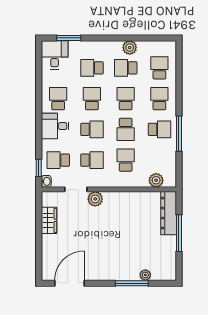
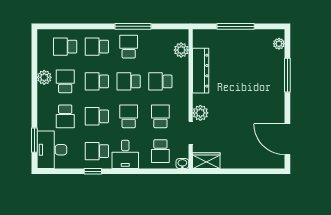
desk: (55, 55) -> (52, 150), width x1.37
school desk: (126, 68) -> (65, 81), turned 180
school desk: (126, 129) -> (129, 81), turned 180
window: (39, 168) -> (93, 171), moved
dresser: (169, 213) -> (201, 71), moved, turned -90
wardrobe: (49, 220) -> (206, 161), moved
plant: (145, 275) -> (279, 44), moved

